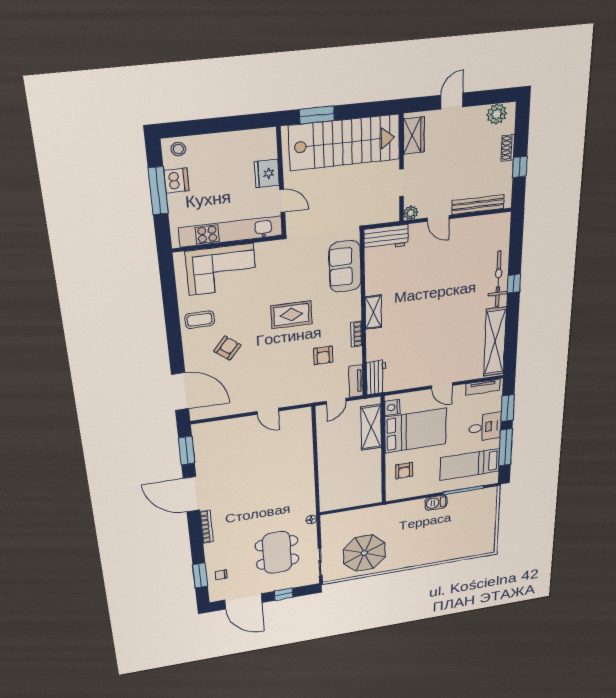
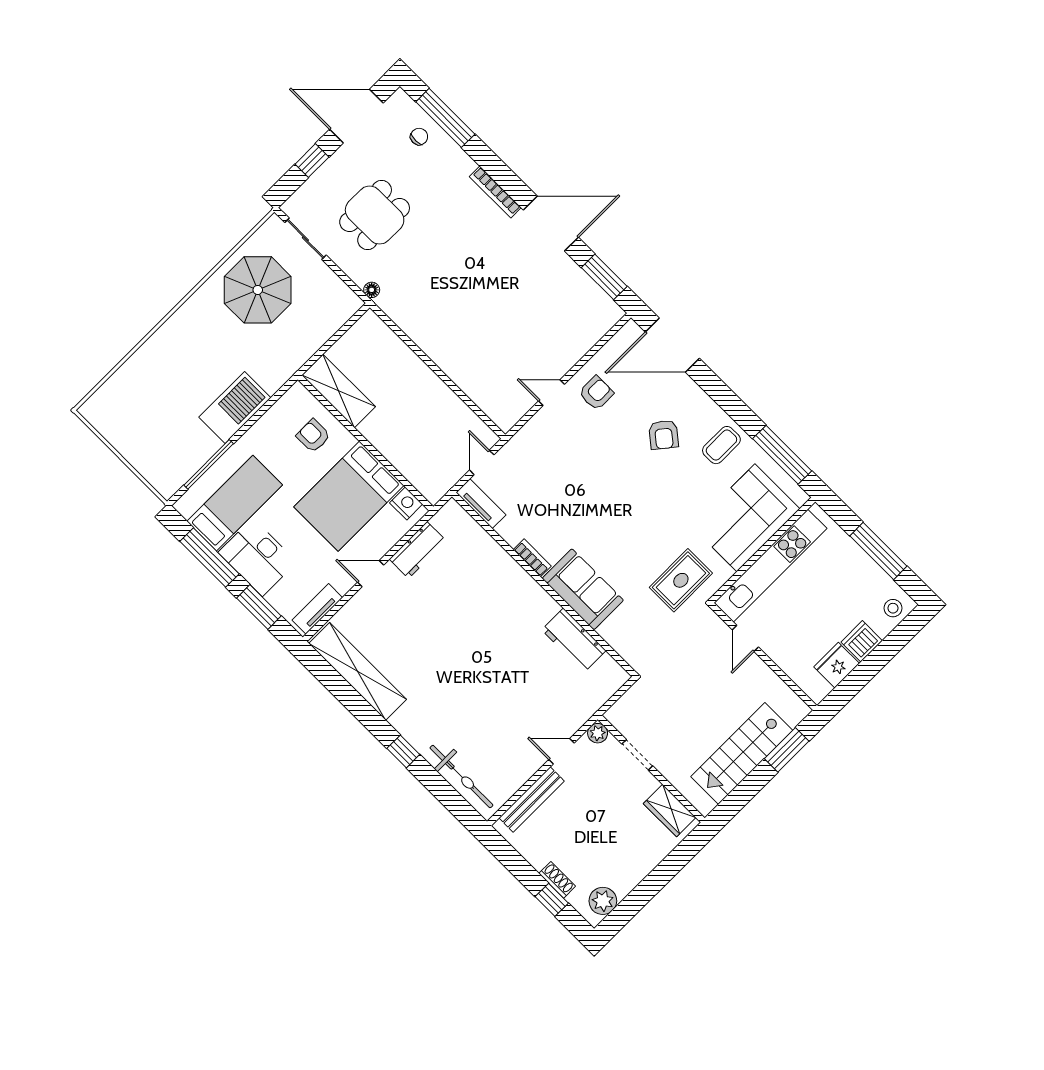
door: (452, 101) -> (662, 874), removed
stairs: (345, 142) -> (742, 753), width x0.73, depth x0.66
window: (520, 167) -> (552, 900), moved
fridge: (267, 173) -> (837, 665), moved, turned -90
dishwasher: (176, 181) -> (862, 641), moved, turned 90
door: (282, 201) -> (745, 638), hinge flipped
workbench: (386, 238) -> (574, 640), moved, turned -90
sofa: (345, 266) -> (583, 589), moved
bicycle: (498, 279) -> (461, 777), moved
window: (169, 289) -> (782, 455), added
shelving: (373, 312) -> (536, 597), removed
rug: (291, 315) -> (681, 580), moved
armchair: (323, 355) -> (596, 393), moved, turned 90
workbench: (376, 377) -> (418, 550), moved, turned -90
shelving: (371, 427) -> (339, 391), moved
desk: (485, 427) -> (258, 557), width x1.37
barbecue: (436, 503) -> (235, 408), width x1.88, depth x1.53
dining table: (277, 552) -> (375, 215), width x0.73
window: (200, 575) -> (445, 118), width x1.44

